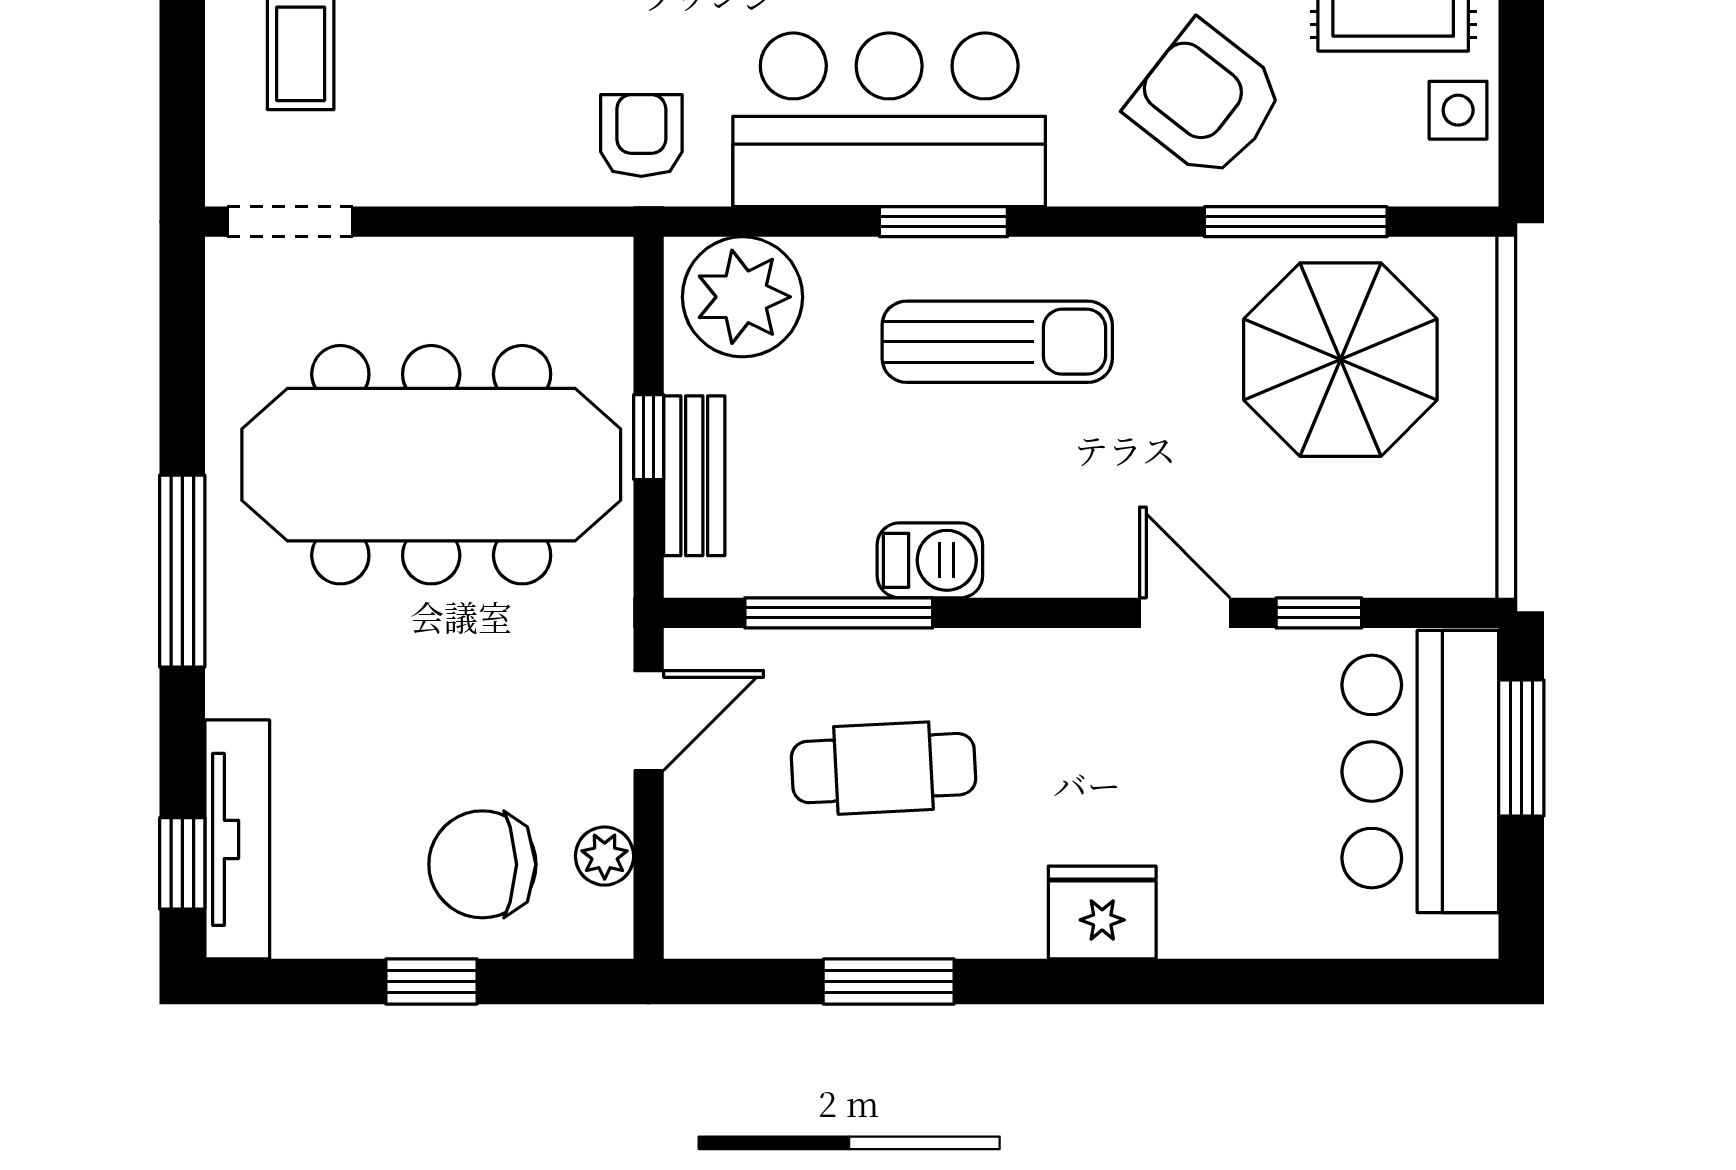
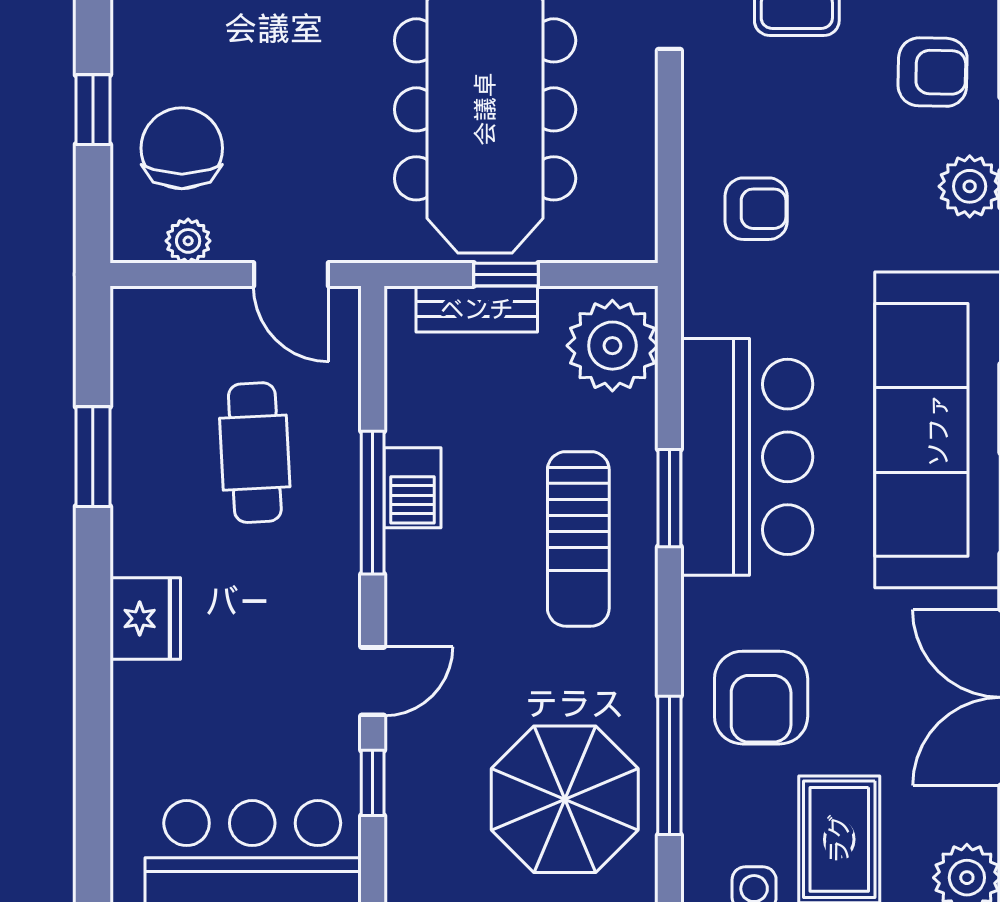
armchair: (1206, 101) -> (761, 698), turned 142
armchair: (641, 135) -> (756, 209), moved
window: (839, 613) -> (373, 503), moved

